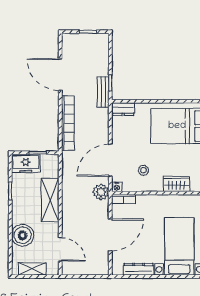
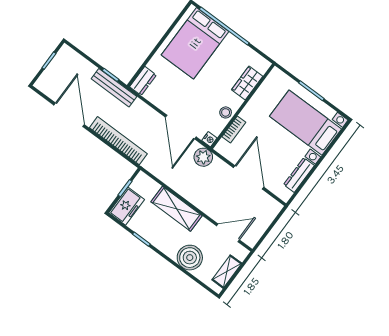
door: (60, 75) -> (69, 115), swing flipped
bench: (103, 92) -> (114, 88), width x1.36
stool: (143, 170) -> (226, 112), moved
bookcase: (123, 199) -> (234, 130), moved

